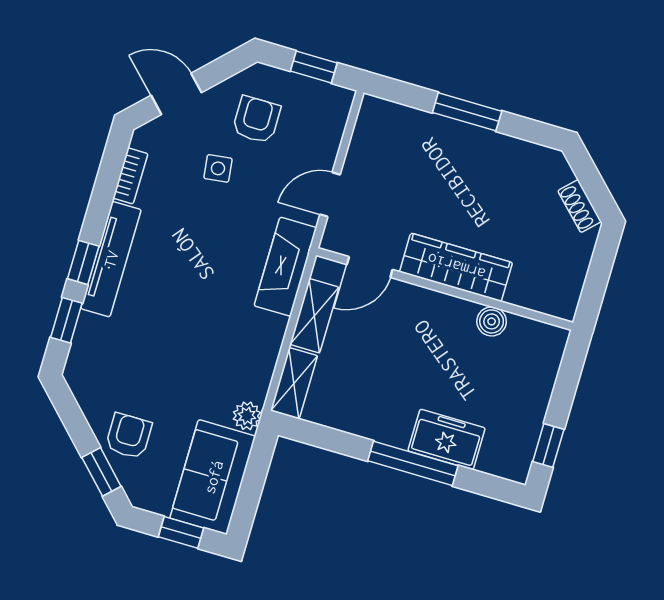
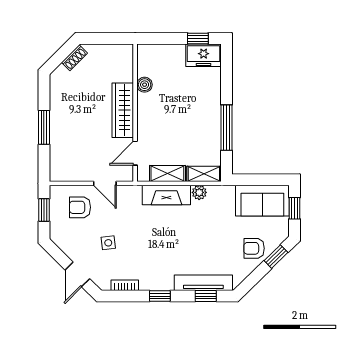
armchair: (256, 120) -> (80, 207), moved
tv unit: (111, 259) -> (203, 283), moved
window: (83, 262) -> (160, 296), moved
fireplace: (285, 267) -> (166, 195), moved
door: (370, 267) -> (135, 153), swing flipped
plant: (247, 416) -> (199, 192), moved
freezer: (447, 439) -> (204, 55), moved, turned -90
window: (413, 463) -> (226, 128), moved

